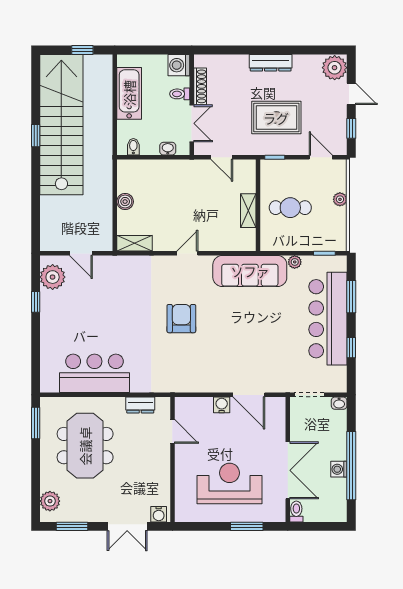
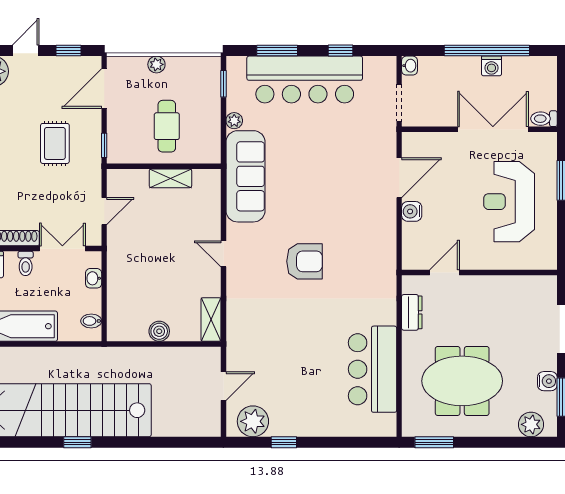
rug: (276, 118) -> (55, 143), width x0.73, depth x0.70
door: (321, 157) -> (104, 88), width x1.38
armchair: (181, 319) -> (304, 261), turned 180
water cooler: (159, 514) -> (547, 381), moved

